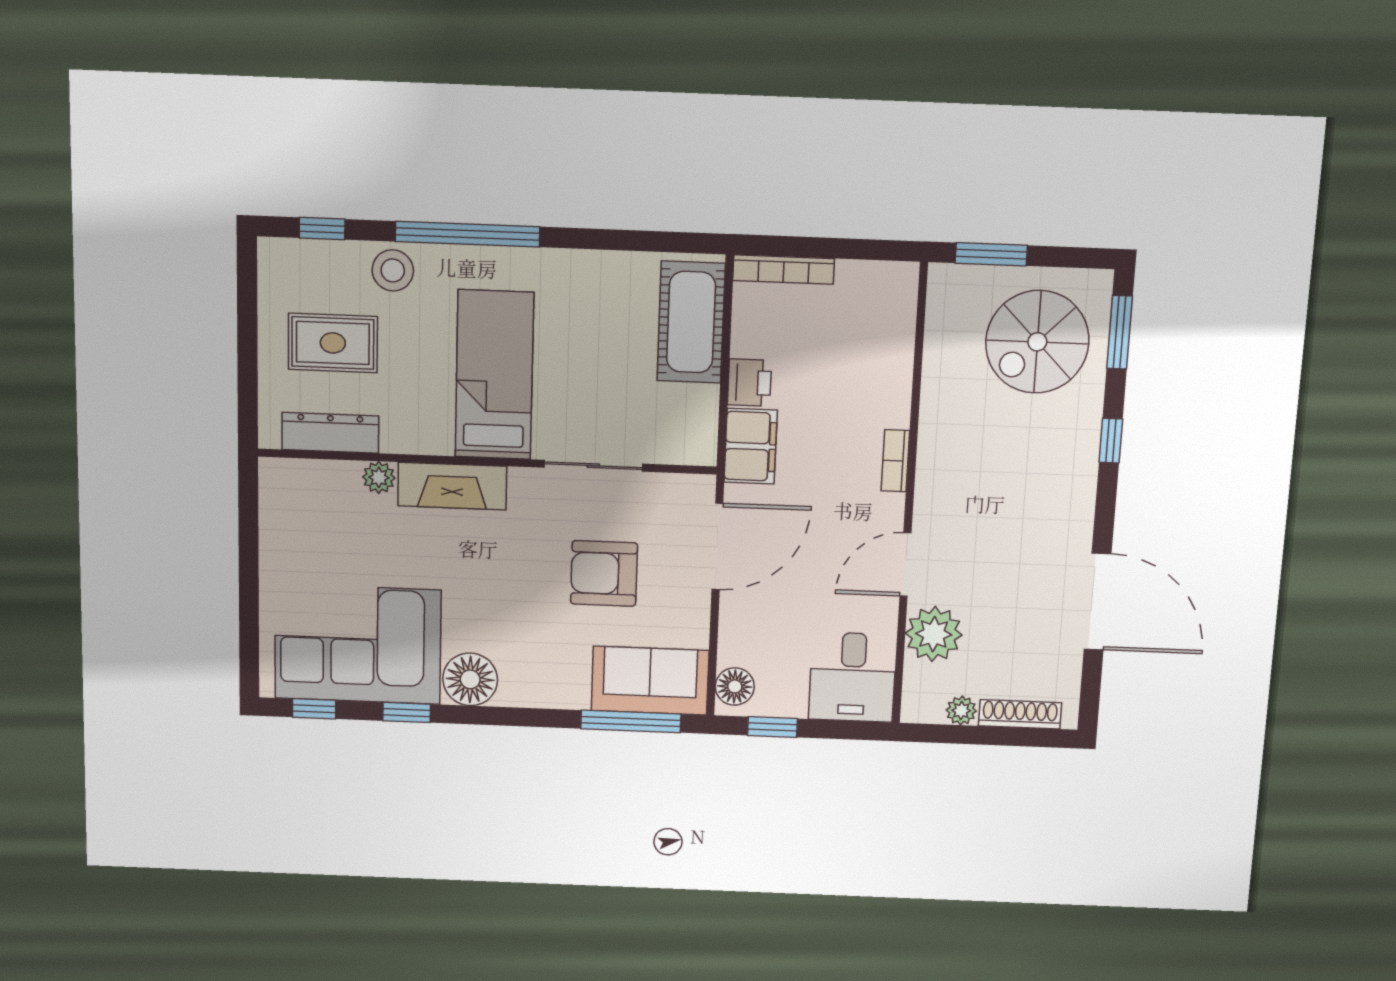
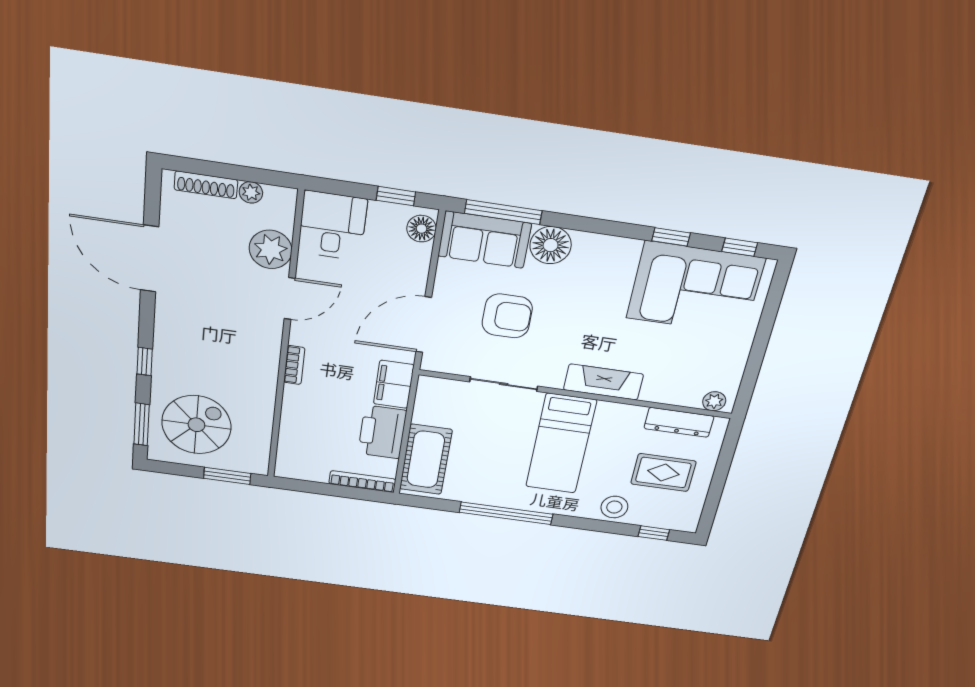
window: (468, 234) -> (506, 513), moved
printer: (749, 383) -> (382, 432), width x1.87, depth x1.48
plant: (379, 477) -> (714, 401), moved
floor lamp: (470, 679) -> (551, 245), moved

